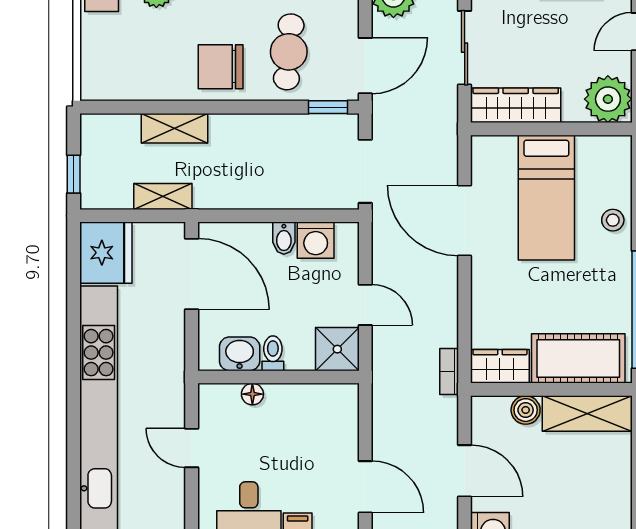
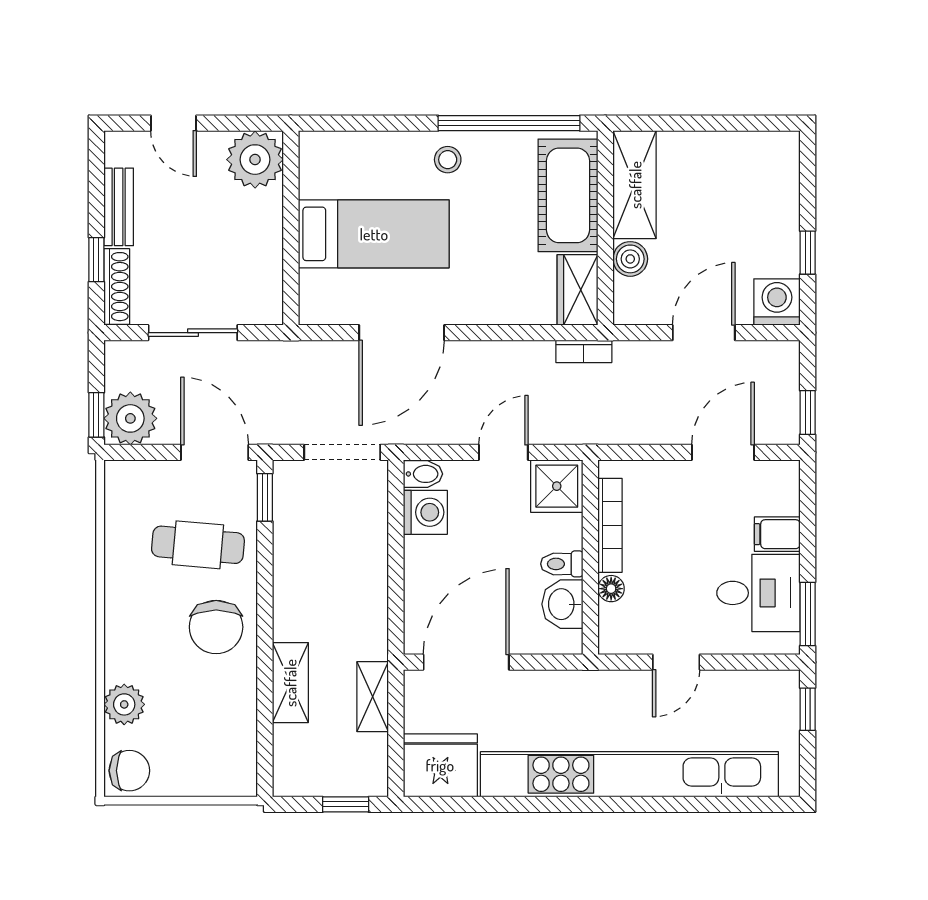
wardrobe: (516, 105) -> (263, 271), removed
stool: (613, 220) -> (448, 160), moved
bidet: (284, 238) -> (423, 474), moved
bookcase: (305, 393) -> (610, 525), added

